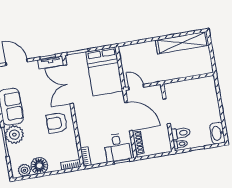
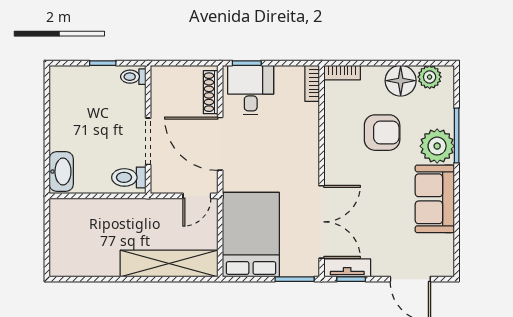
shelving: (182, 43) -> (169, 264), moved
door: (136, 87) -> (197, 196), hinge flipped
armchair: (57, 123) -> (382, 133), moved
toilet: (181, 133) -> (129, 177), moved
washbasin: (217, 133) -> (61, 172), moved

